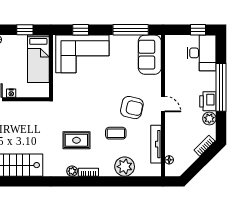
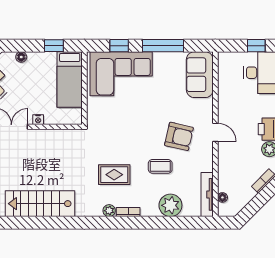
window: (131, 30) -> (163, 46), moved
tv unit: (156, 144) -> (207, 194), moved

